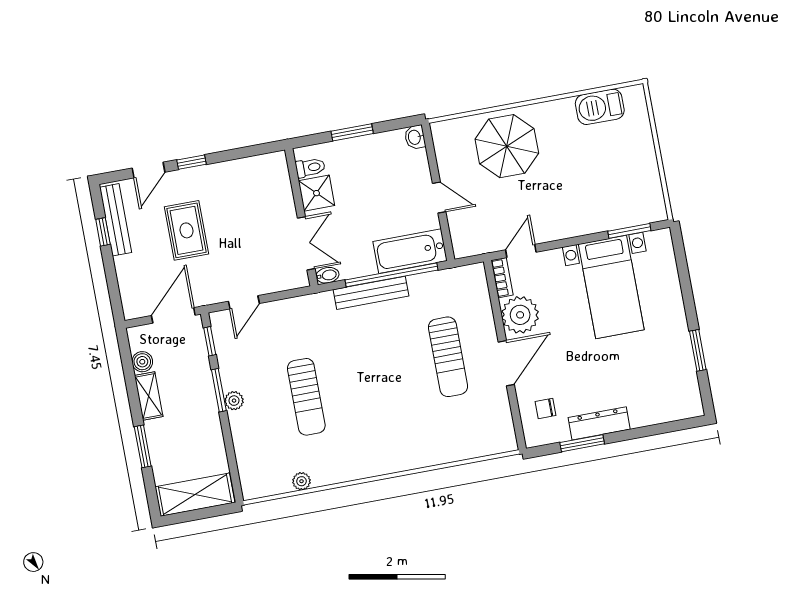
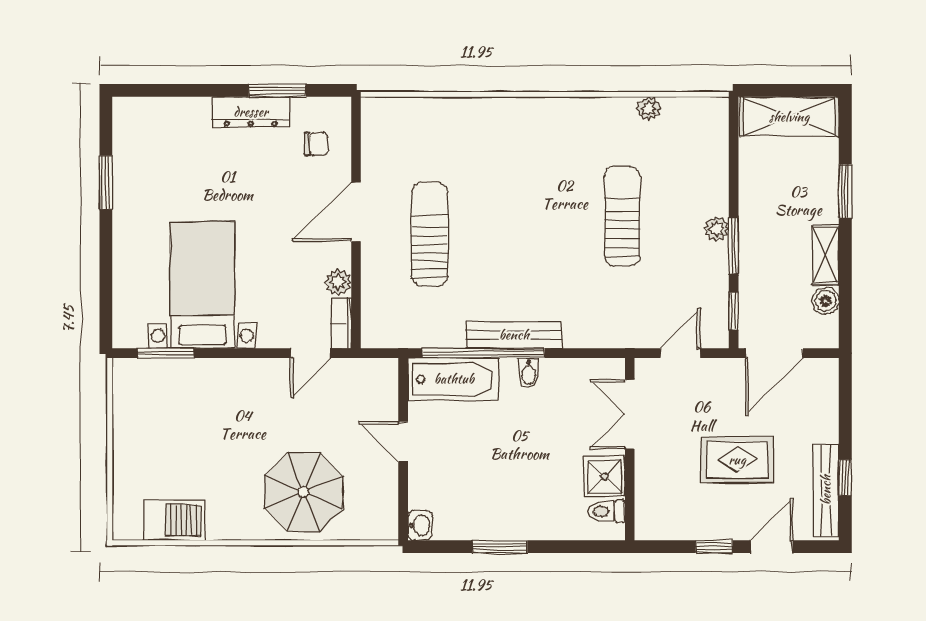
toilet: (310, 168) -> (606, 511), moved
shower: (316, 193) -> (604, 477), moved
wall: (301, 217) -> (630, 449), moved
rug: (186, 230) -> (737, 460), turned 90
double door: (306, 243) -> (630, 414), moved
bidet: (327, 275) -> (528, 373), moved, turned -90
plant: (520, 315) -> (338, 282), width x0.53, depth x0.53

